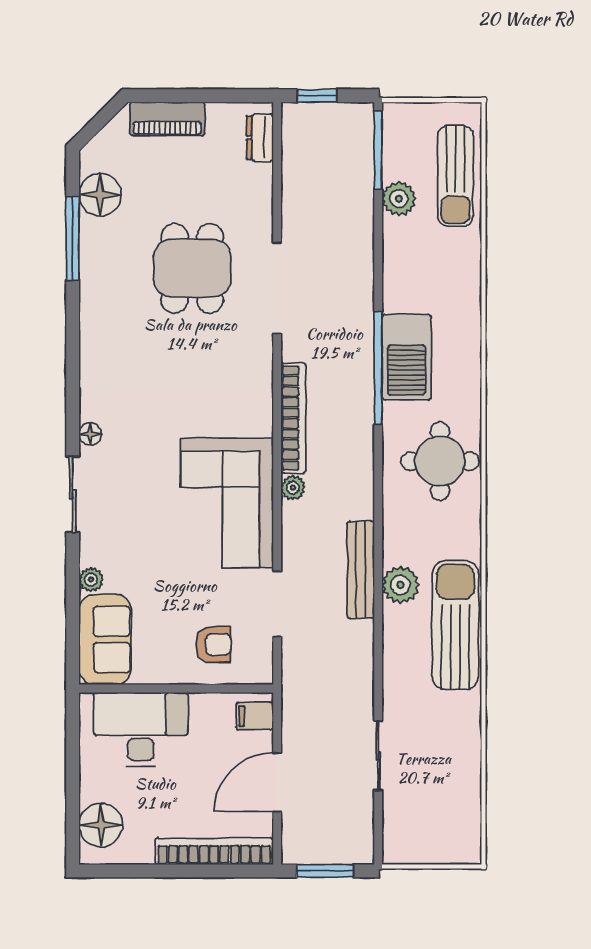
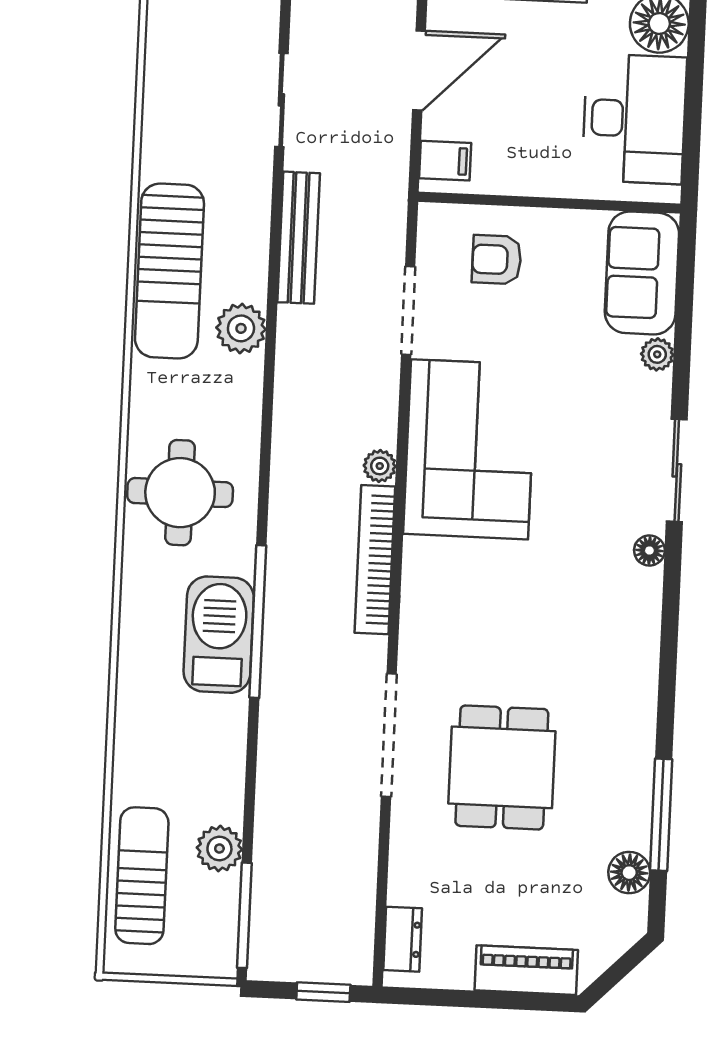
floor lamp: (100, 195) -> (629, 873), width x0.73, depth x0.73
bench: (361, 570) -> (299, 238), moved
desk: (141, 729) -> (634, 119), moved, turned -90

